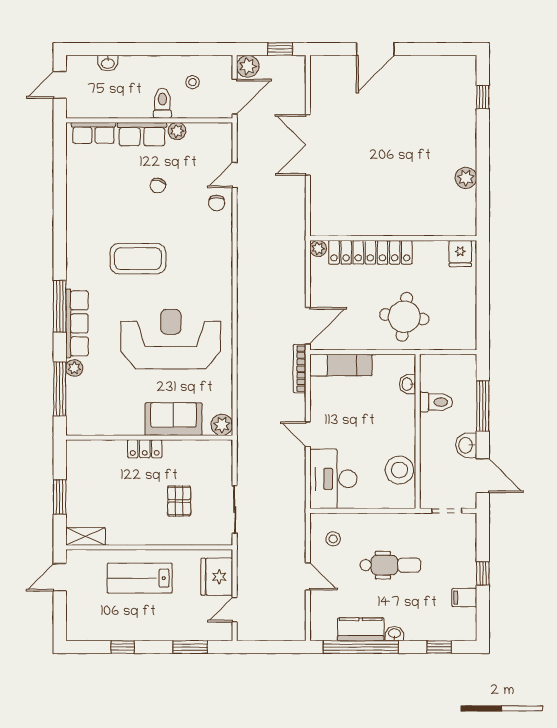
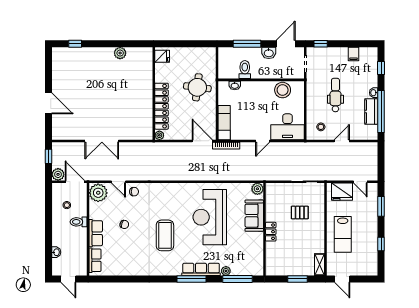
plant: (177, 131) -> (98, 193), moved, width x1.87, depth x1.87
window: (483, 573) -> (321, 44), moved

